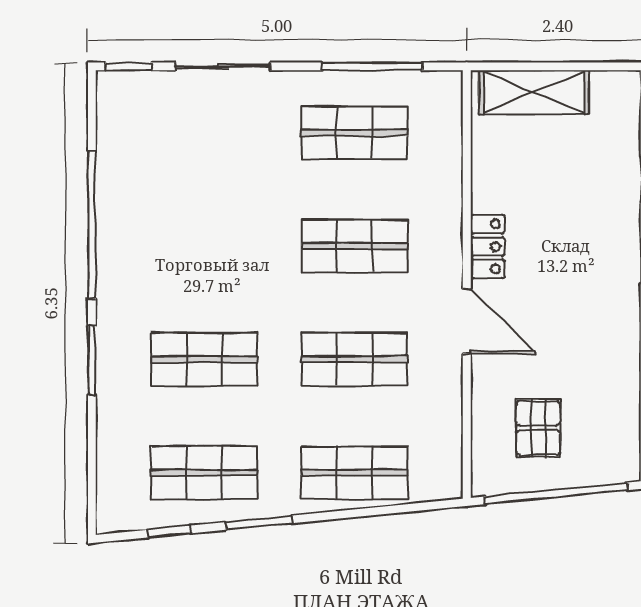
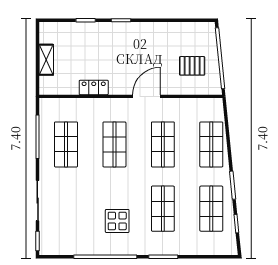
shelving: (534, 92) -> (46, 60), width x0.67, depth x0.75
locker: (488, 246) -> (94, 87), moved
display table: (175, 253) -> (117, 221), added

